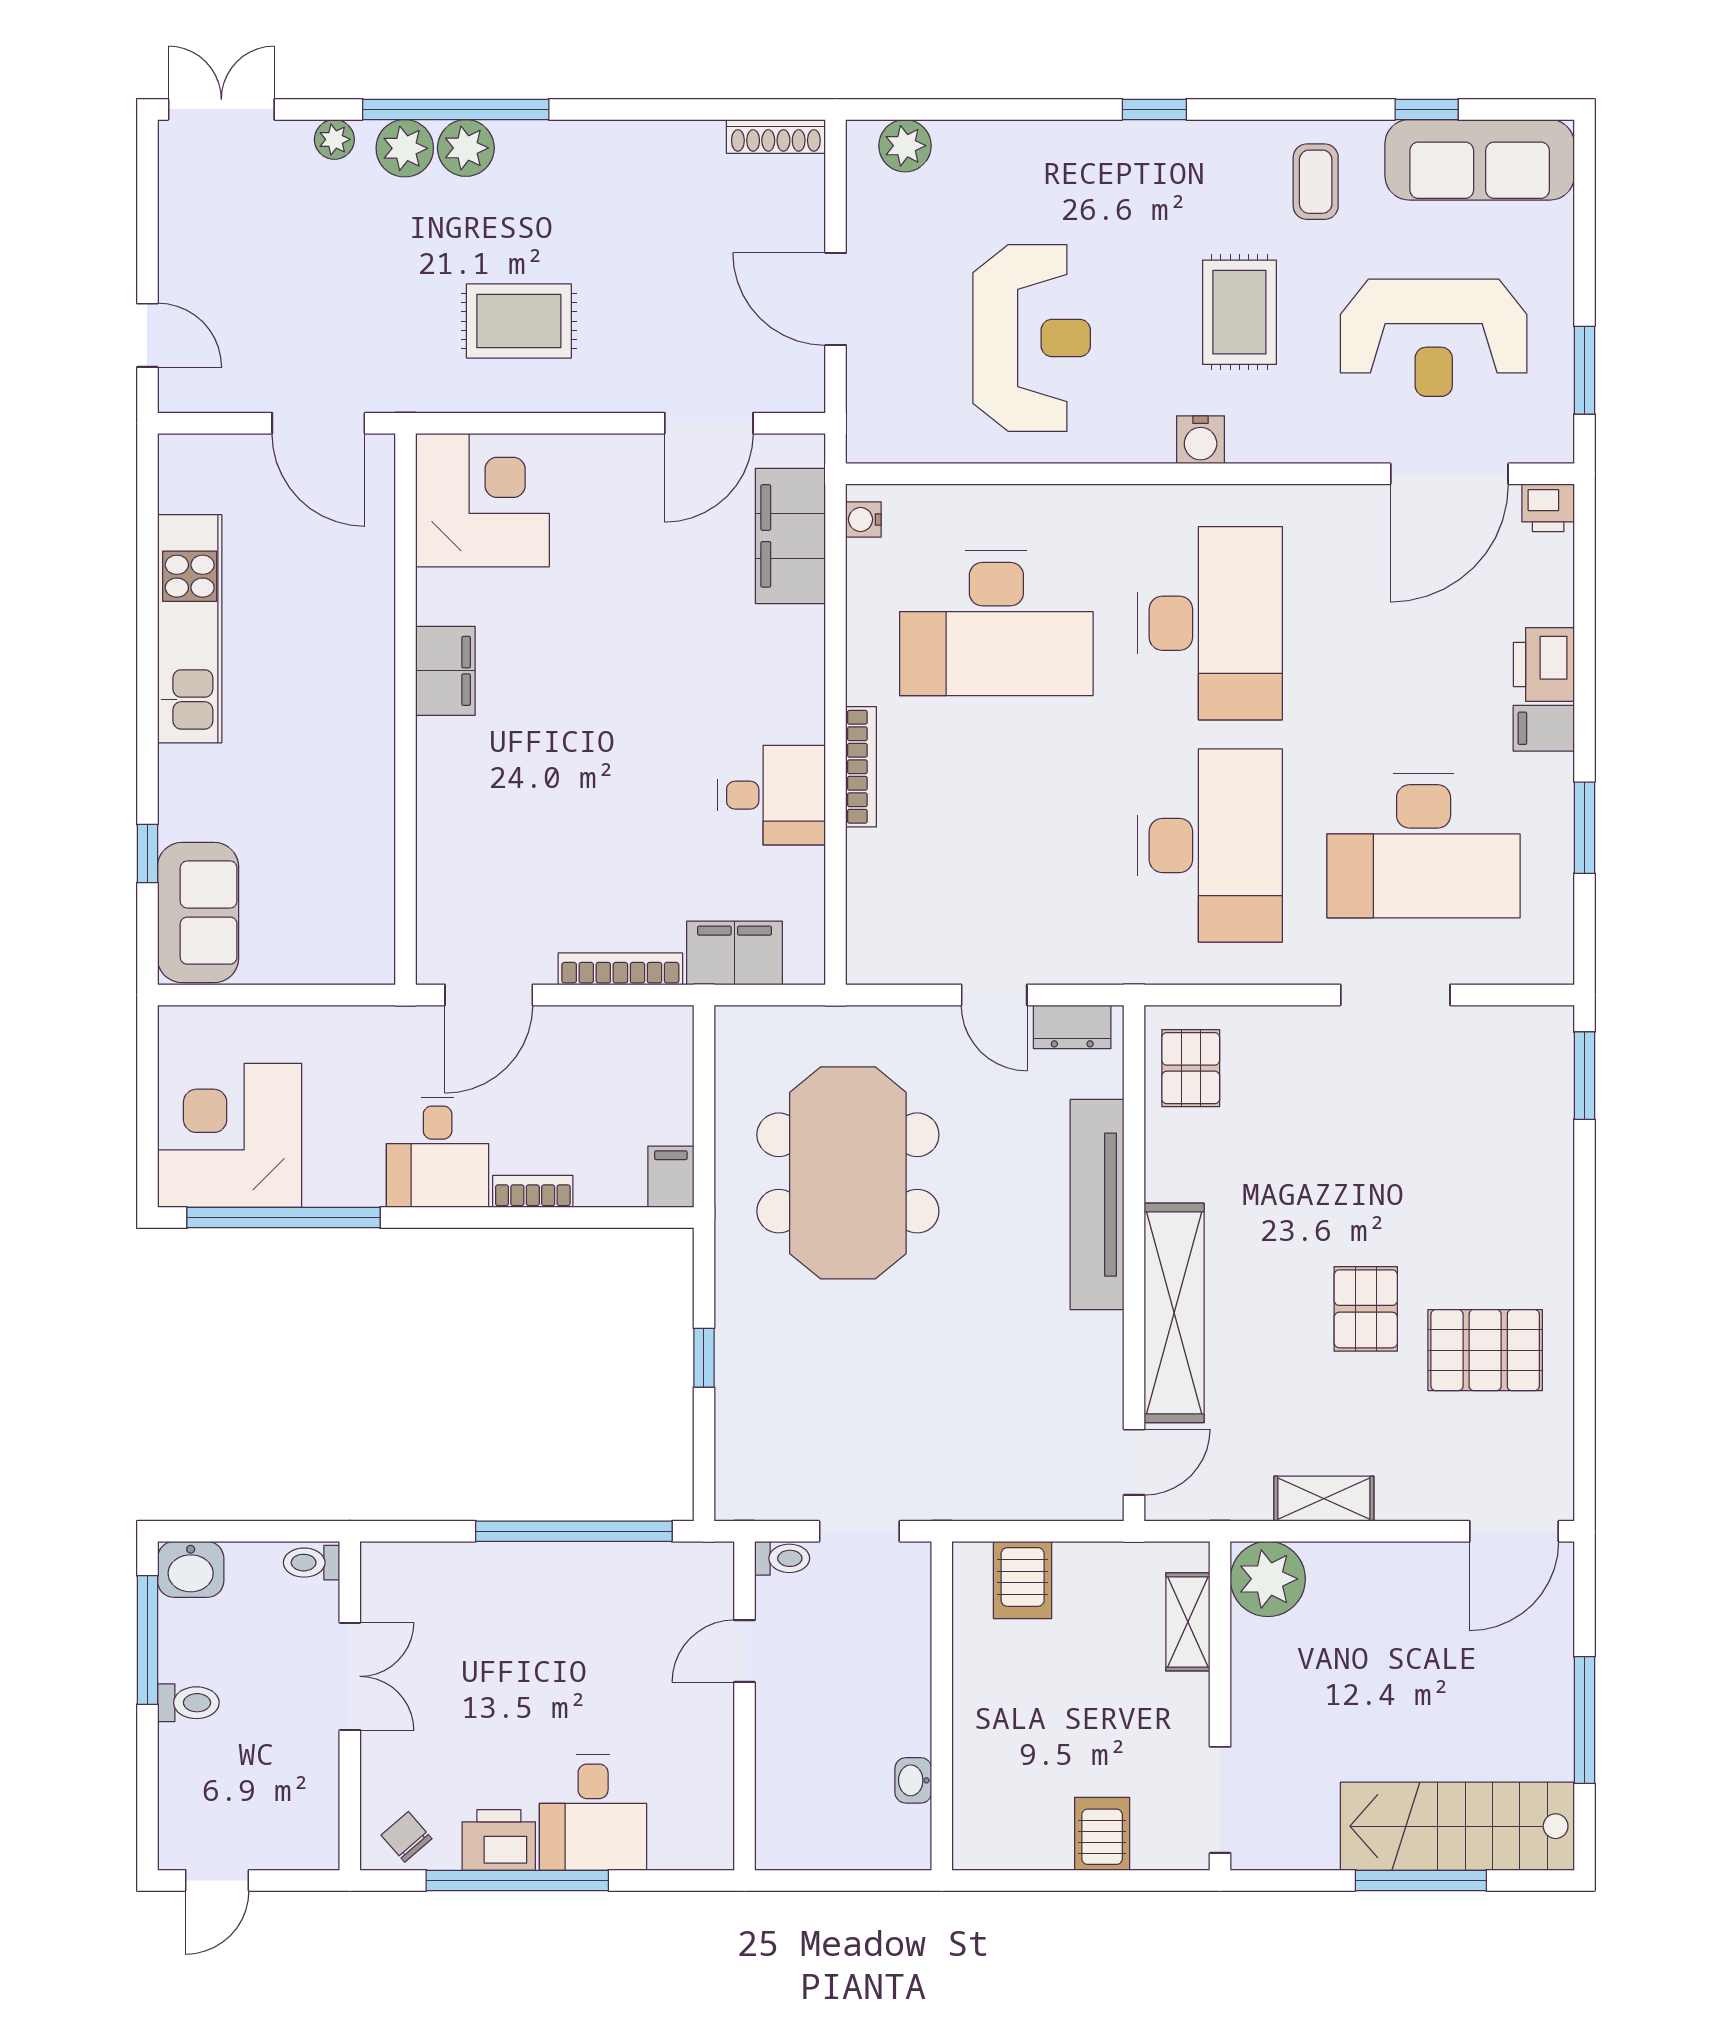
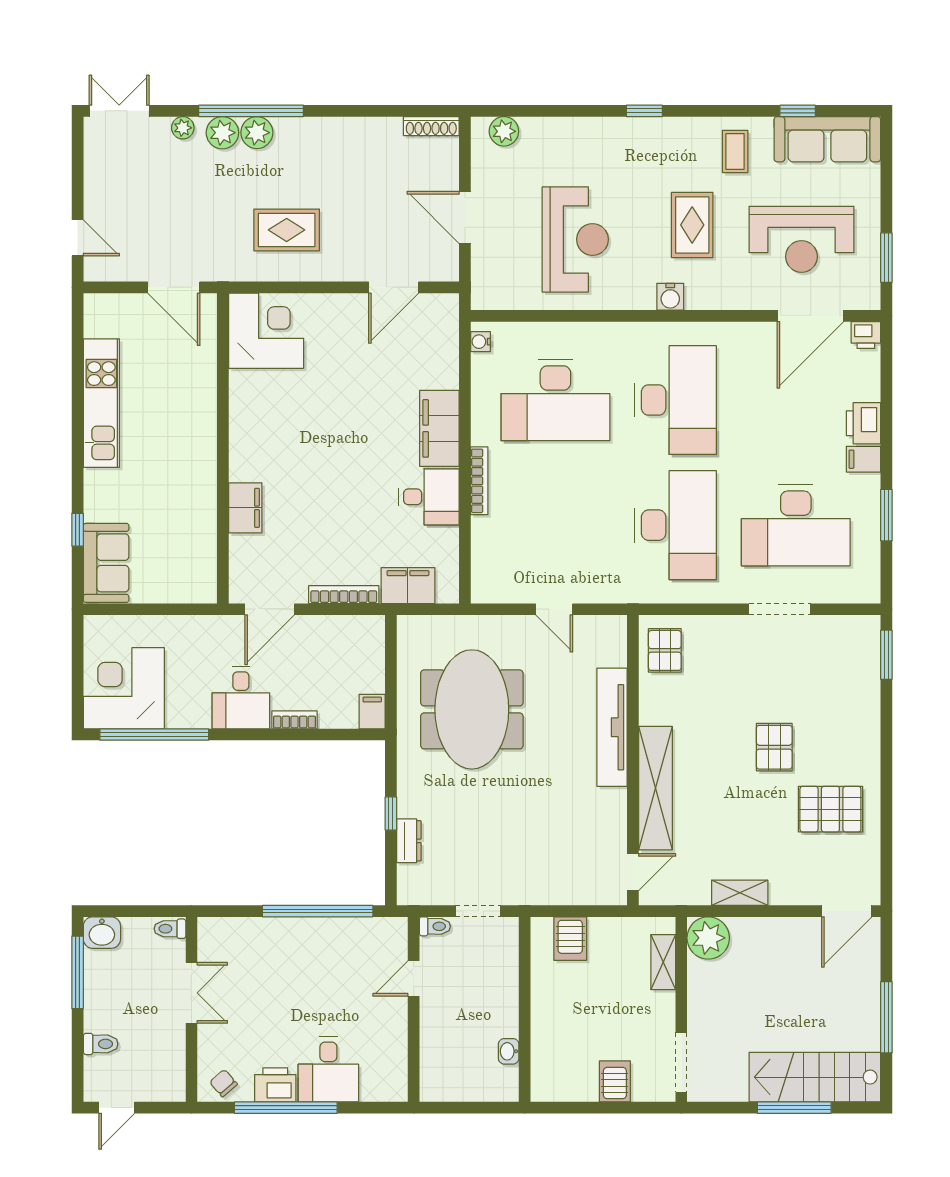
filing cabinet: (790, 536) -> (439, 428), moved
filing cabinet: (445, 671) -> (245, 508), moved
dresser: (1072, 1027) -> (409, 841), moved, turned -90
pallet: (1366, 1309) -> (774, 747), moved
toilet: (188, 1703) -> (101, 1044), moved

